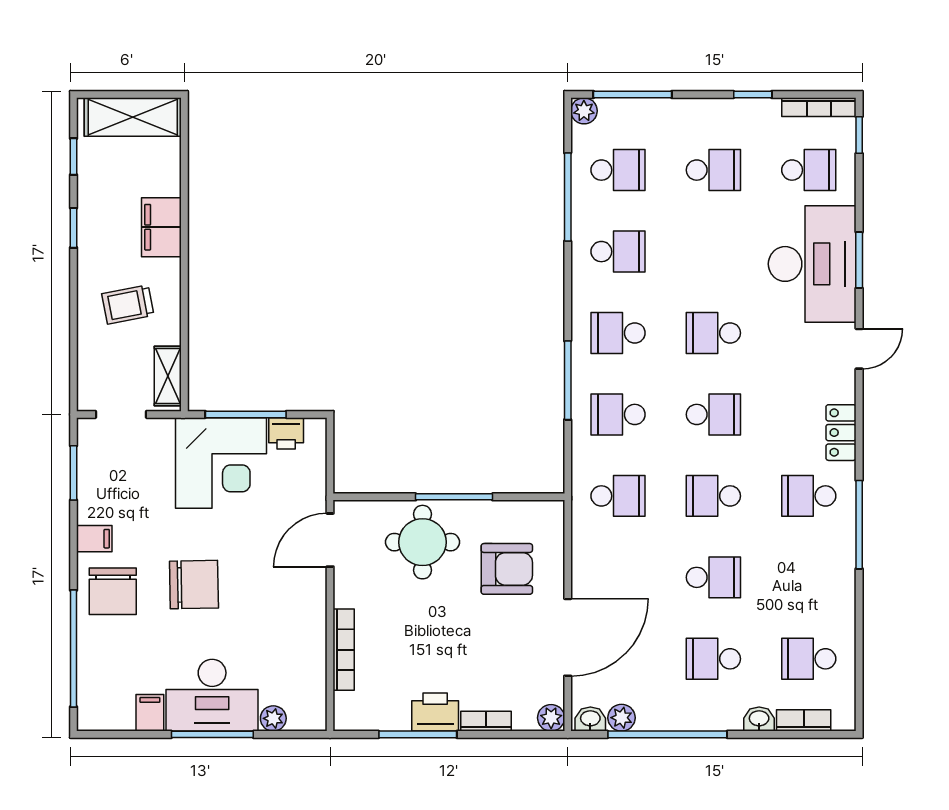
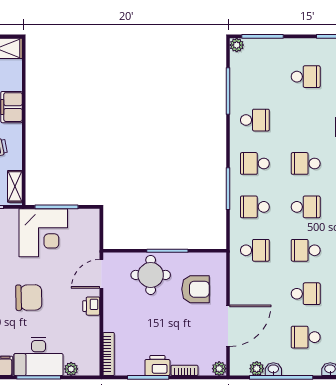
school desk: (618, 170) -> (255, 77), removed
printer: (286, 433) -> (91, 306), moved, turned 90
bookcase: (344, 650) -> (109, 354), moved
washbasin: (590, 719) -> (273, 369), moved

